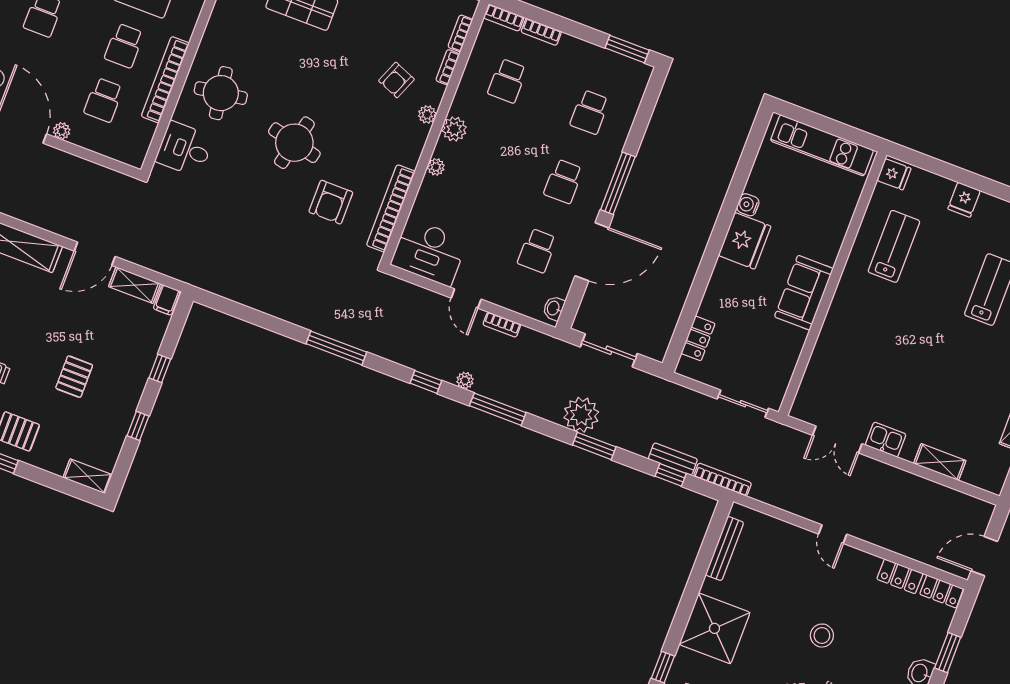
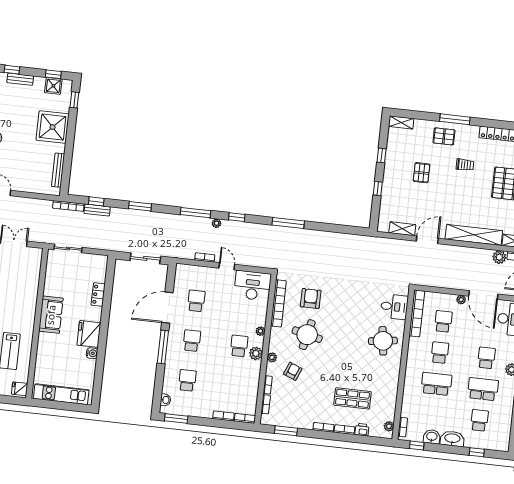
bookcase: (165, 80) -> (417, 313), moved
school desk: (507, 81) -> (239, 346), moved
round table: (294, 143) -> (307, 335), moved
filing cabinet: (167, 300) -> (383, 225), removed
washbasin: (554, 308) -> (166, 400), moved
locker: (698, 338) -> (98, 295), moved
plant: (581, 415) -> (151, 221), removed

